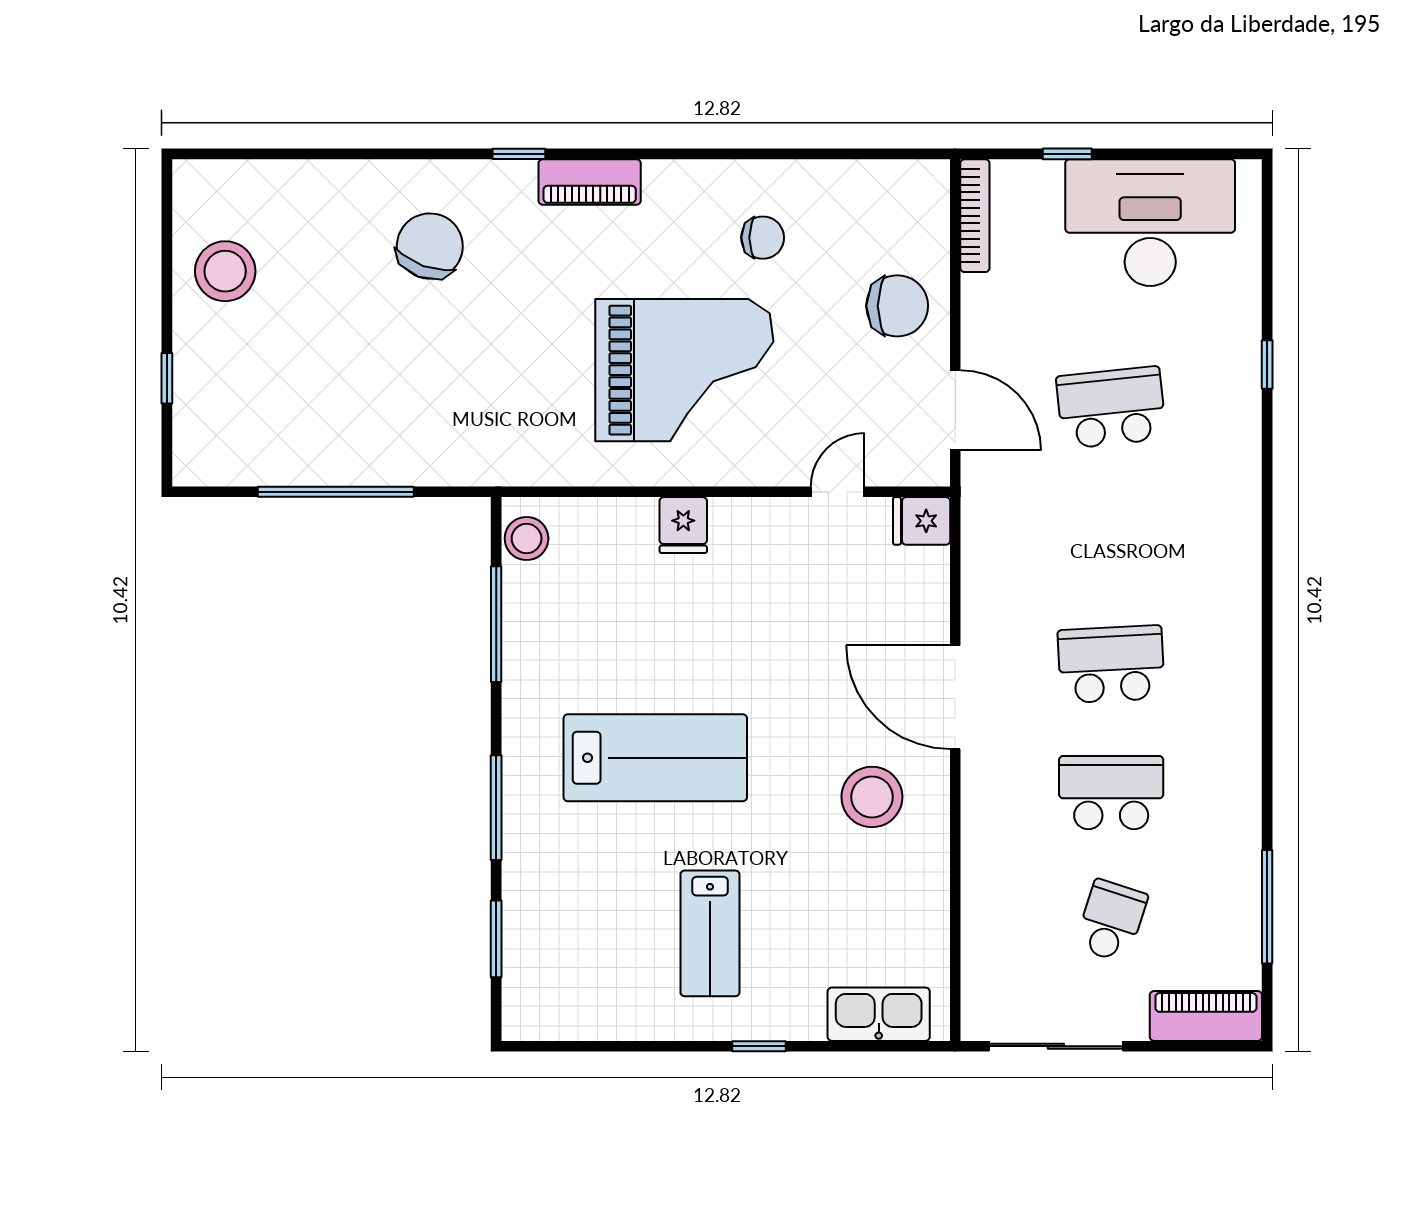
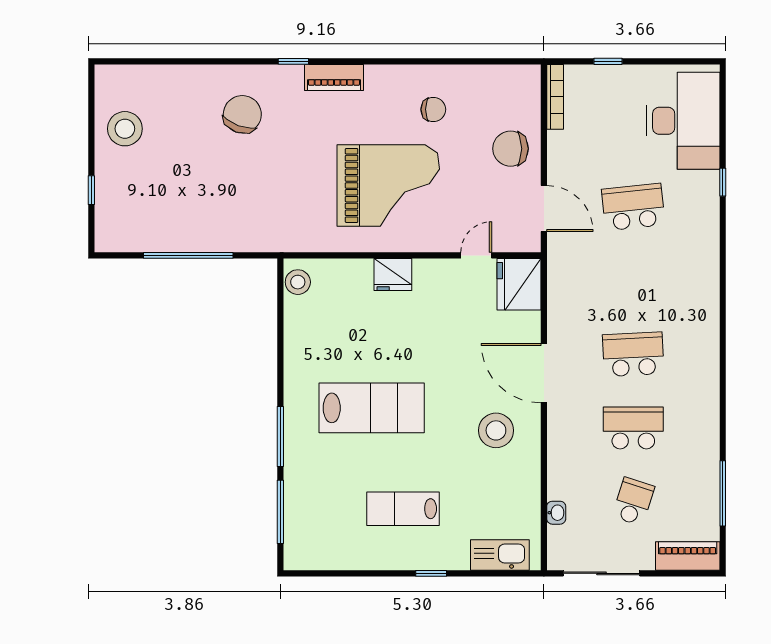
desk: (1150, 223) -> (683, 121), moved, turned 90
chair: (897, 306) -> (511, 149), turned 180
fridge: (922, 521) -> (519, 284), width x1.88, depth x1.34
fridge: (683, 525) -> (393, 274), width x1.38
window: (496, 624) -> (280, 331), removed
lab bench: (710, 933) -> (403, 509), turned 90
window: (496, 939) -> (280, 512), width x1.44
washbasin: (977, 940) -> (556, 513), added

